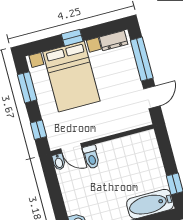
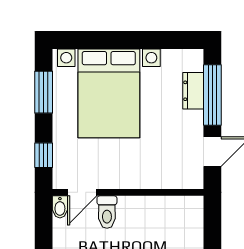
window: (72, 38) -> (124, 40), removed
dresser: (114, 41) -> (193, 91), moved, turned 90
door: (71, 148) -> (82, 192), hinge flipped

